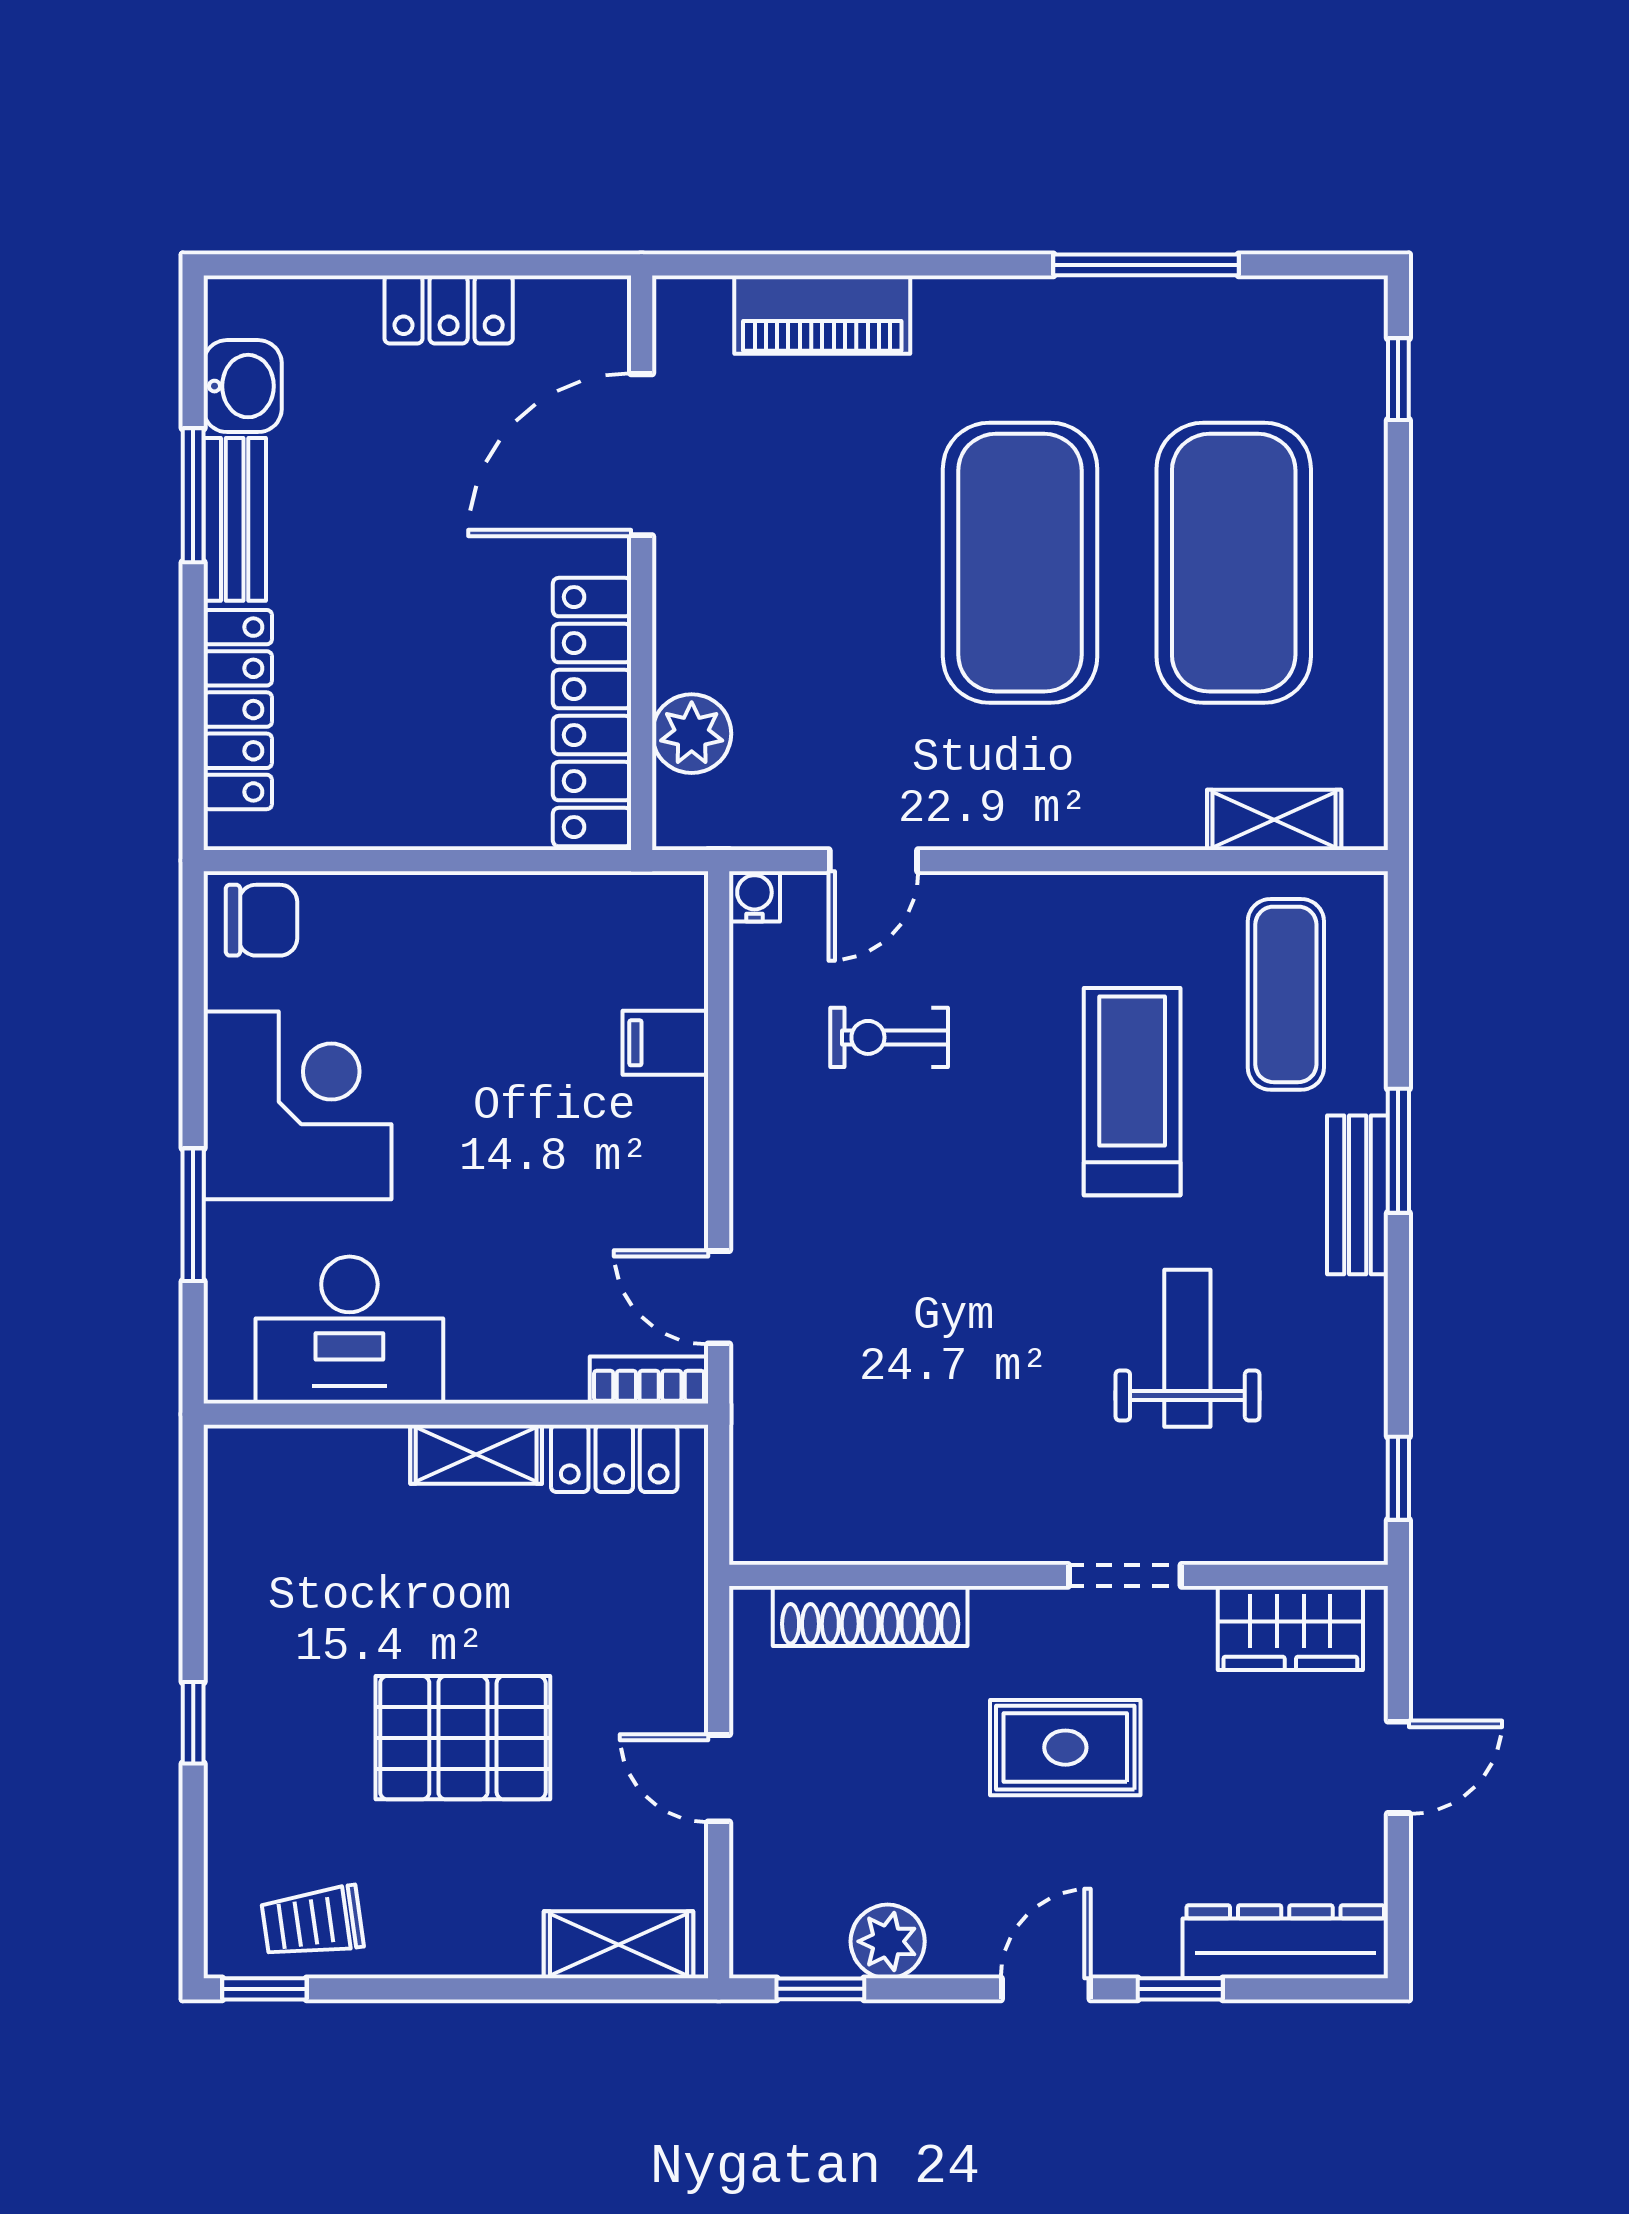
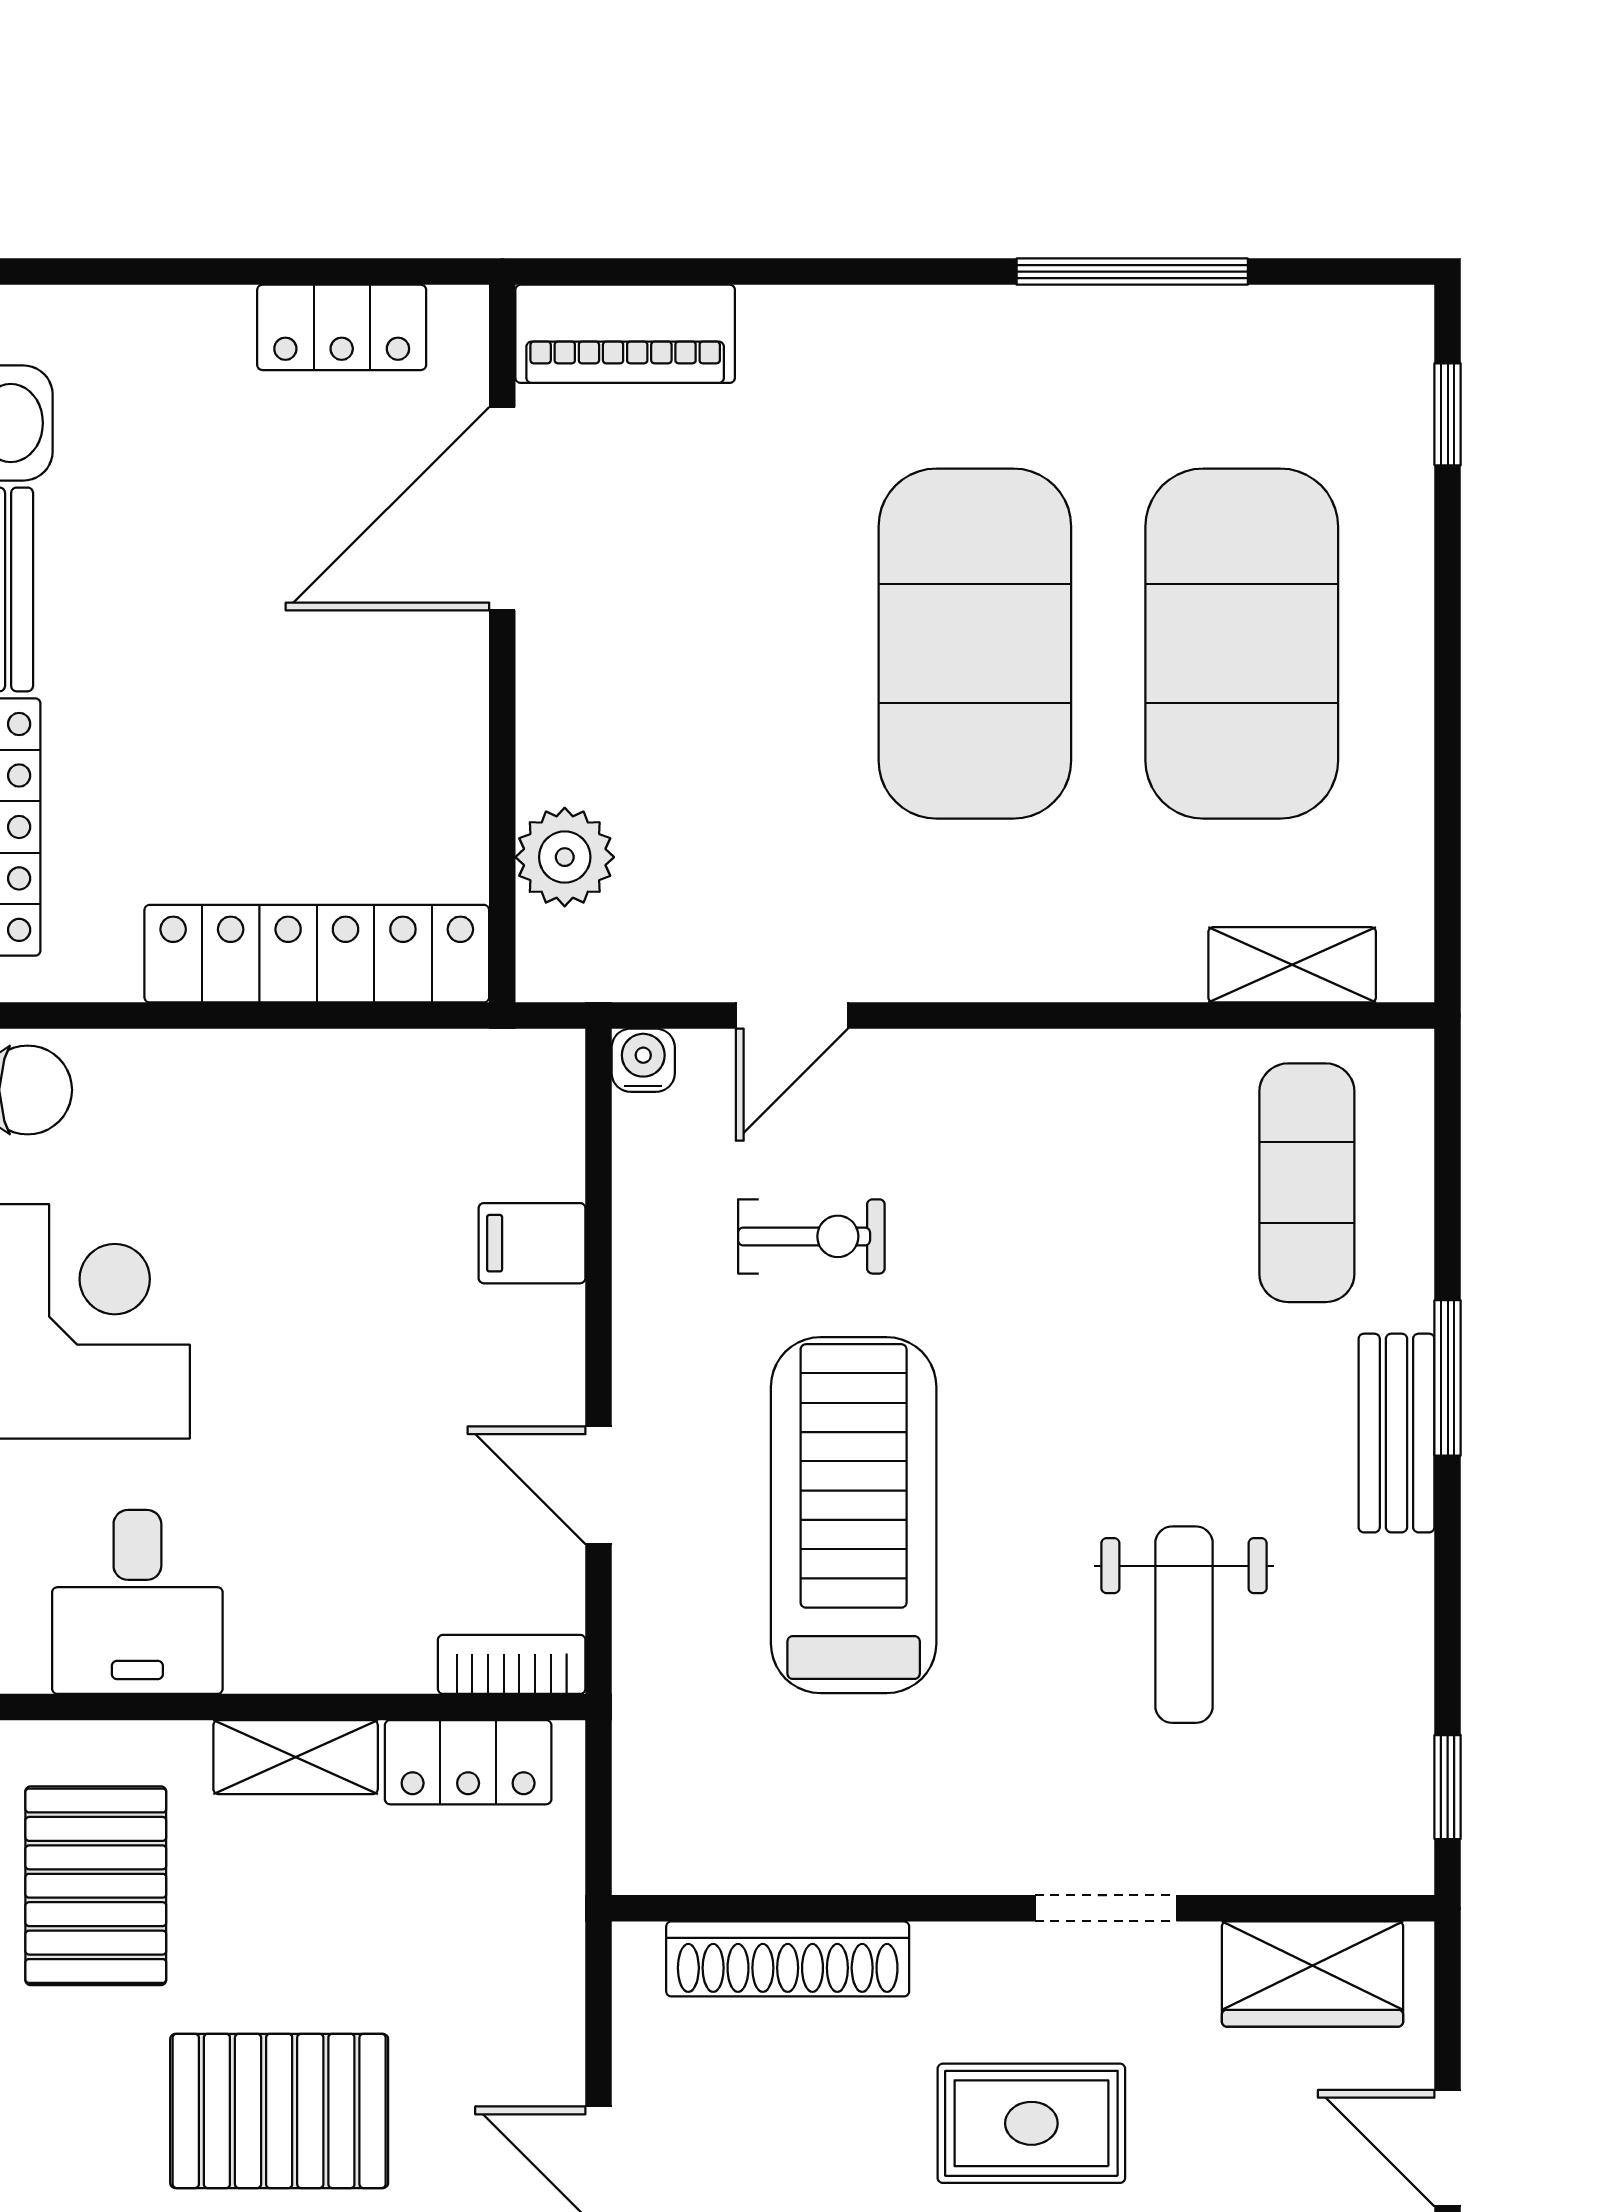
locker: (449, 310) -> (342, 327), moved
piano: (822, 315) -> (625, 334), moved
locker: (592, 712) -> (317, 954), moved, turned 90
exercise bike: (889, 1037) -> (811, 1236), turned 180
treadmill: (1132, 1092) -> (854, 1515), moved, width x1.37, depth x1.38
door: (719, 1297) -> (599, 1485), moved
desk: (349, 1330) -> (137, 1602), width x0.73
weight bench: (1187, 1348) -> (1184, 1625), turned 180
pallet: (316, 1557) -> (96, 1886), added
door: (1398, 1767) -> (1448, 2148), swing flipped

